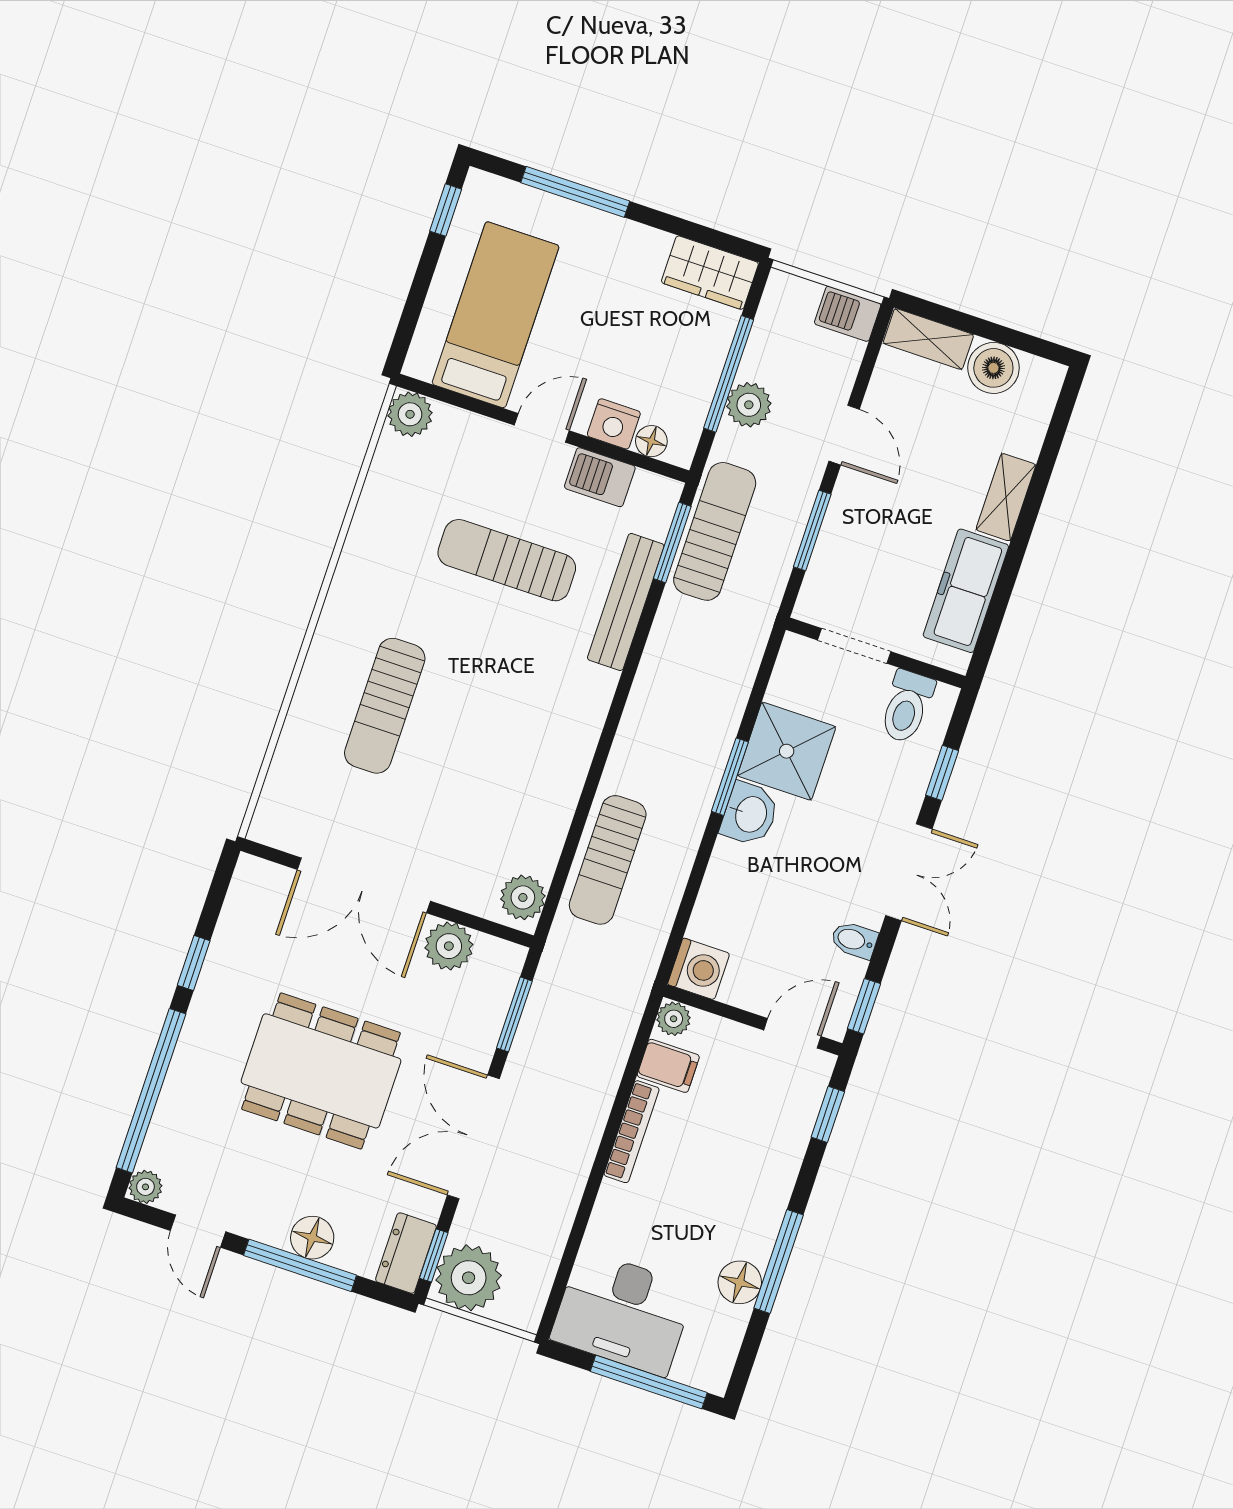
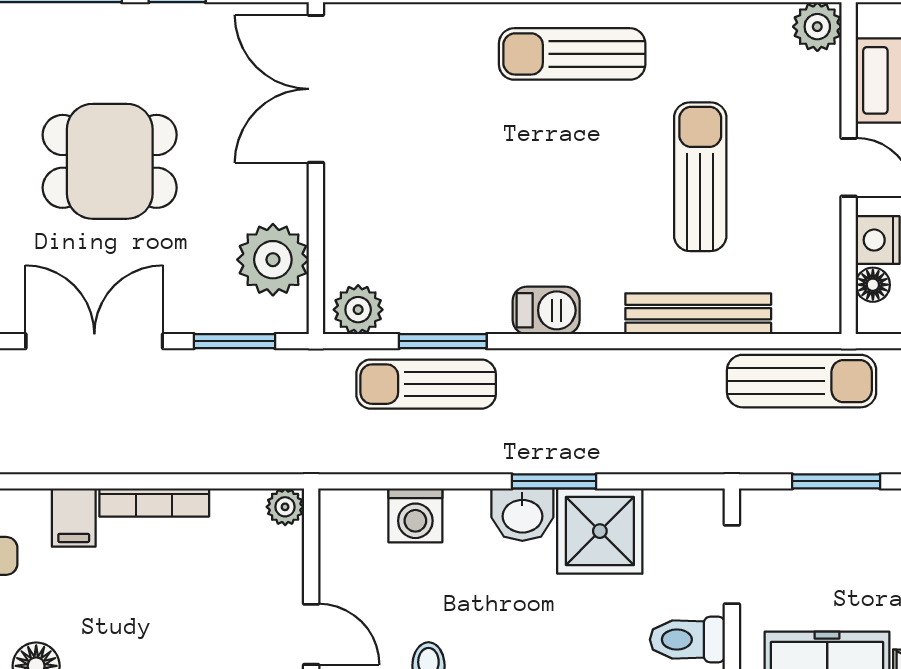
barbecue: (600, 477) -> (546, 310), moved, turned 90
window: (672, 543) -> (443, 341), moved
sun lounger: (385, 706) -> (572, 54), moved
double door: (364, 885) -> (316, 89), moved
plant: (449, 946) -> (273, 260), width x1.36, depth x1.36
washing machine: (699, 969) -> (415, 515), moved
filing cabinet: (668, 1066) -> (74, 518), moved
dining table: (321, 1071) -> (110, 161), width x0.73

